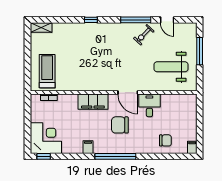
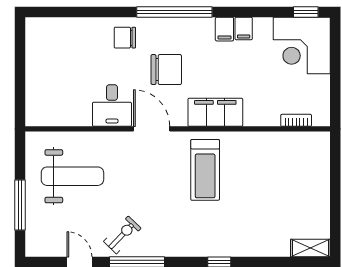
treadmill: (47, 71) -> (205, 170), moved
chair: (165, 140) -> (125, 38), moved
filing cabinet: (192, 147) -> (244, 28), moved

